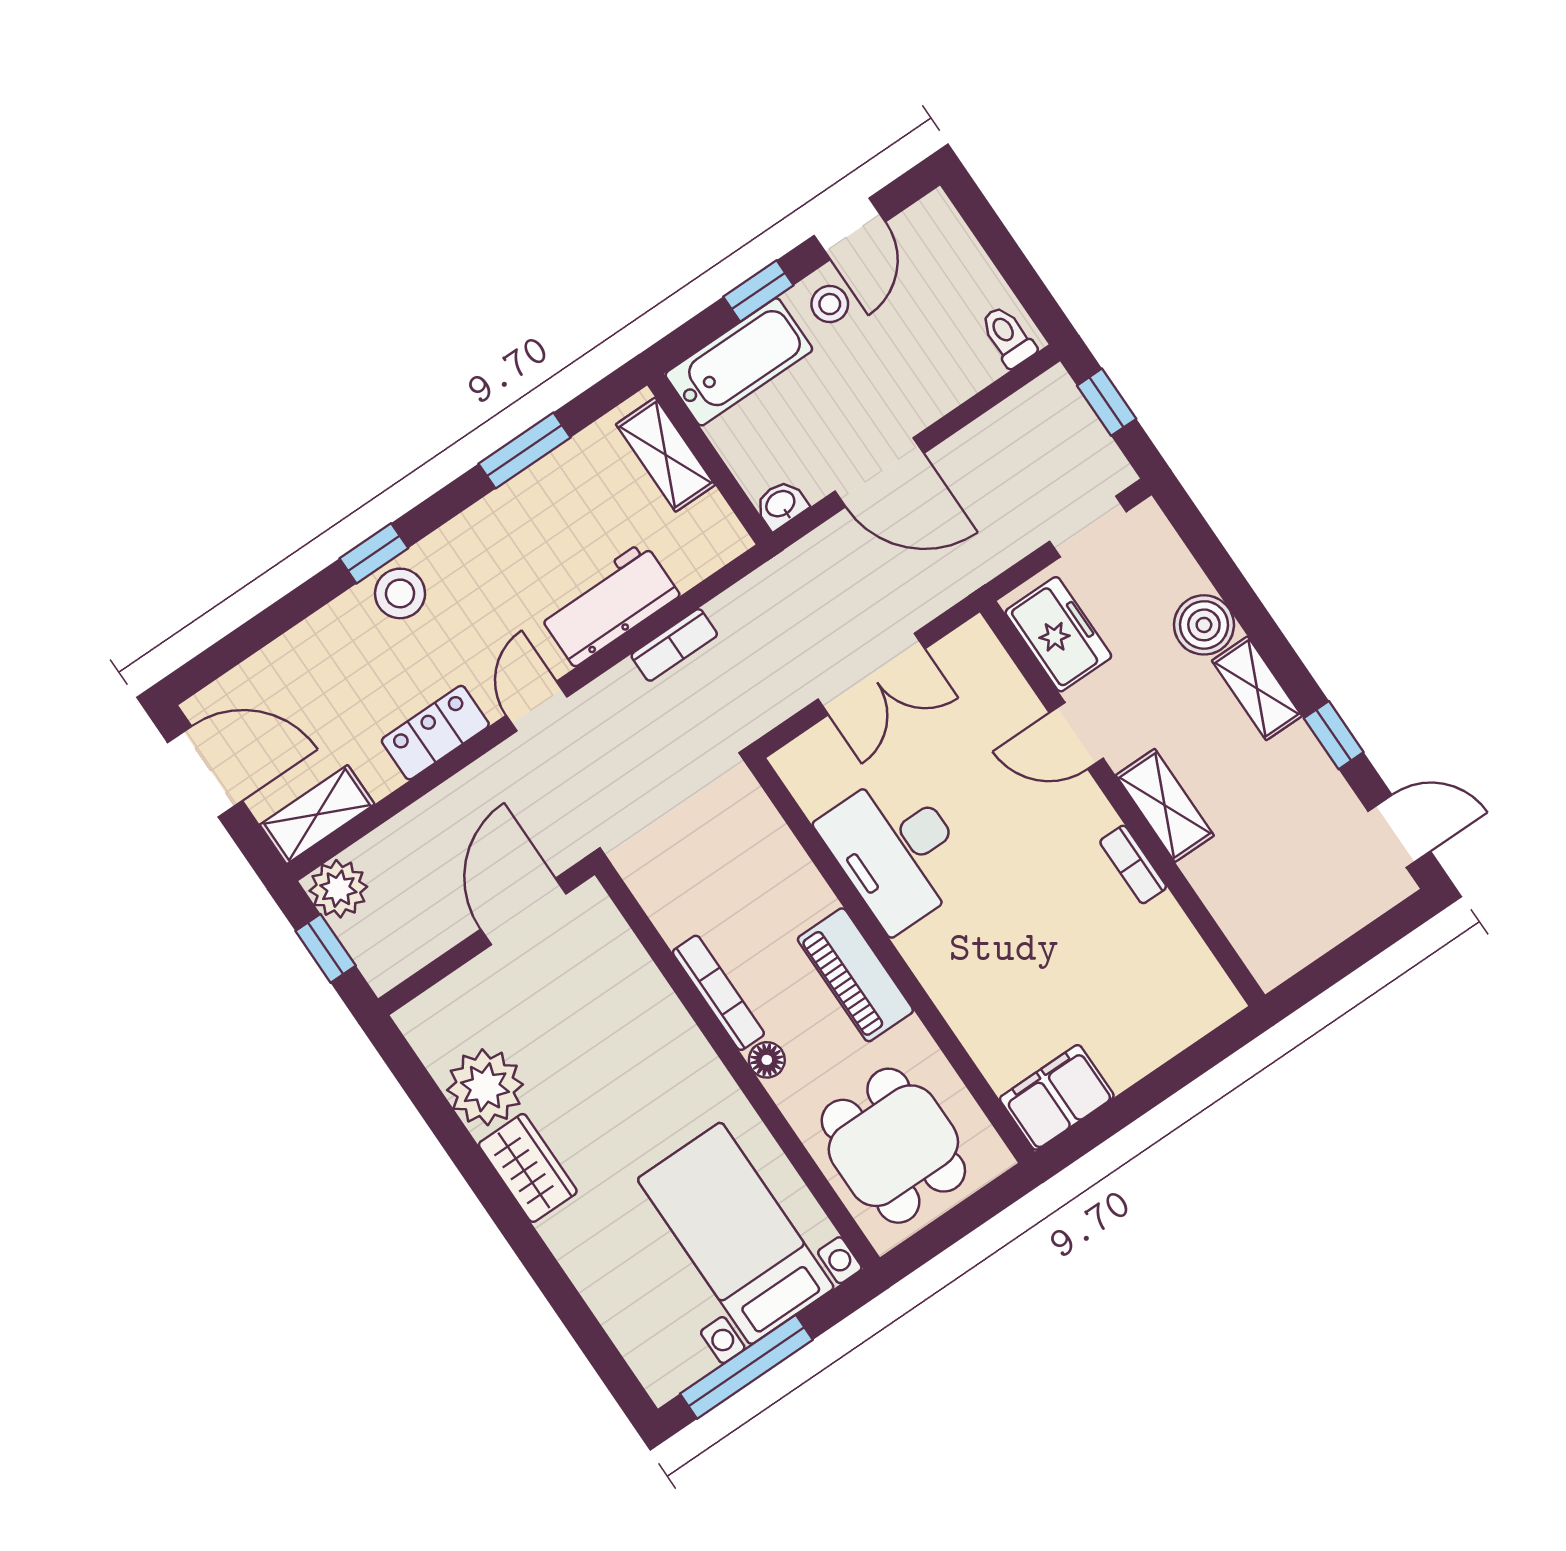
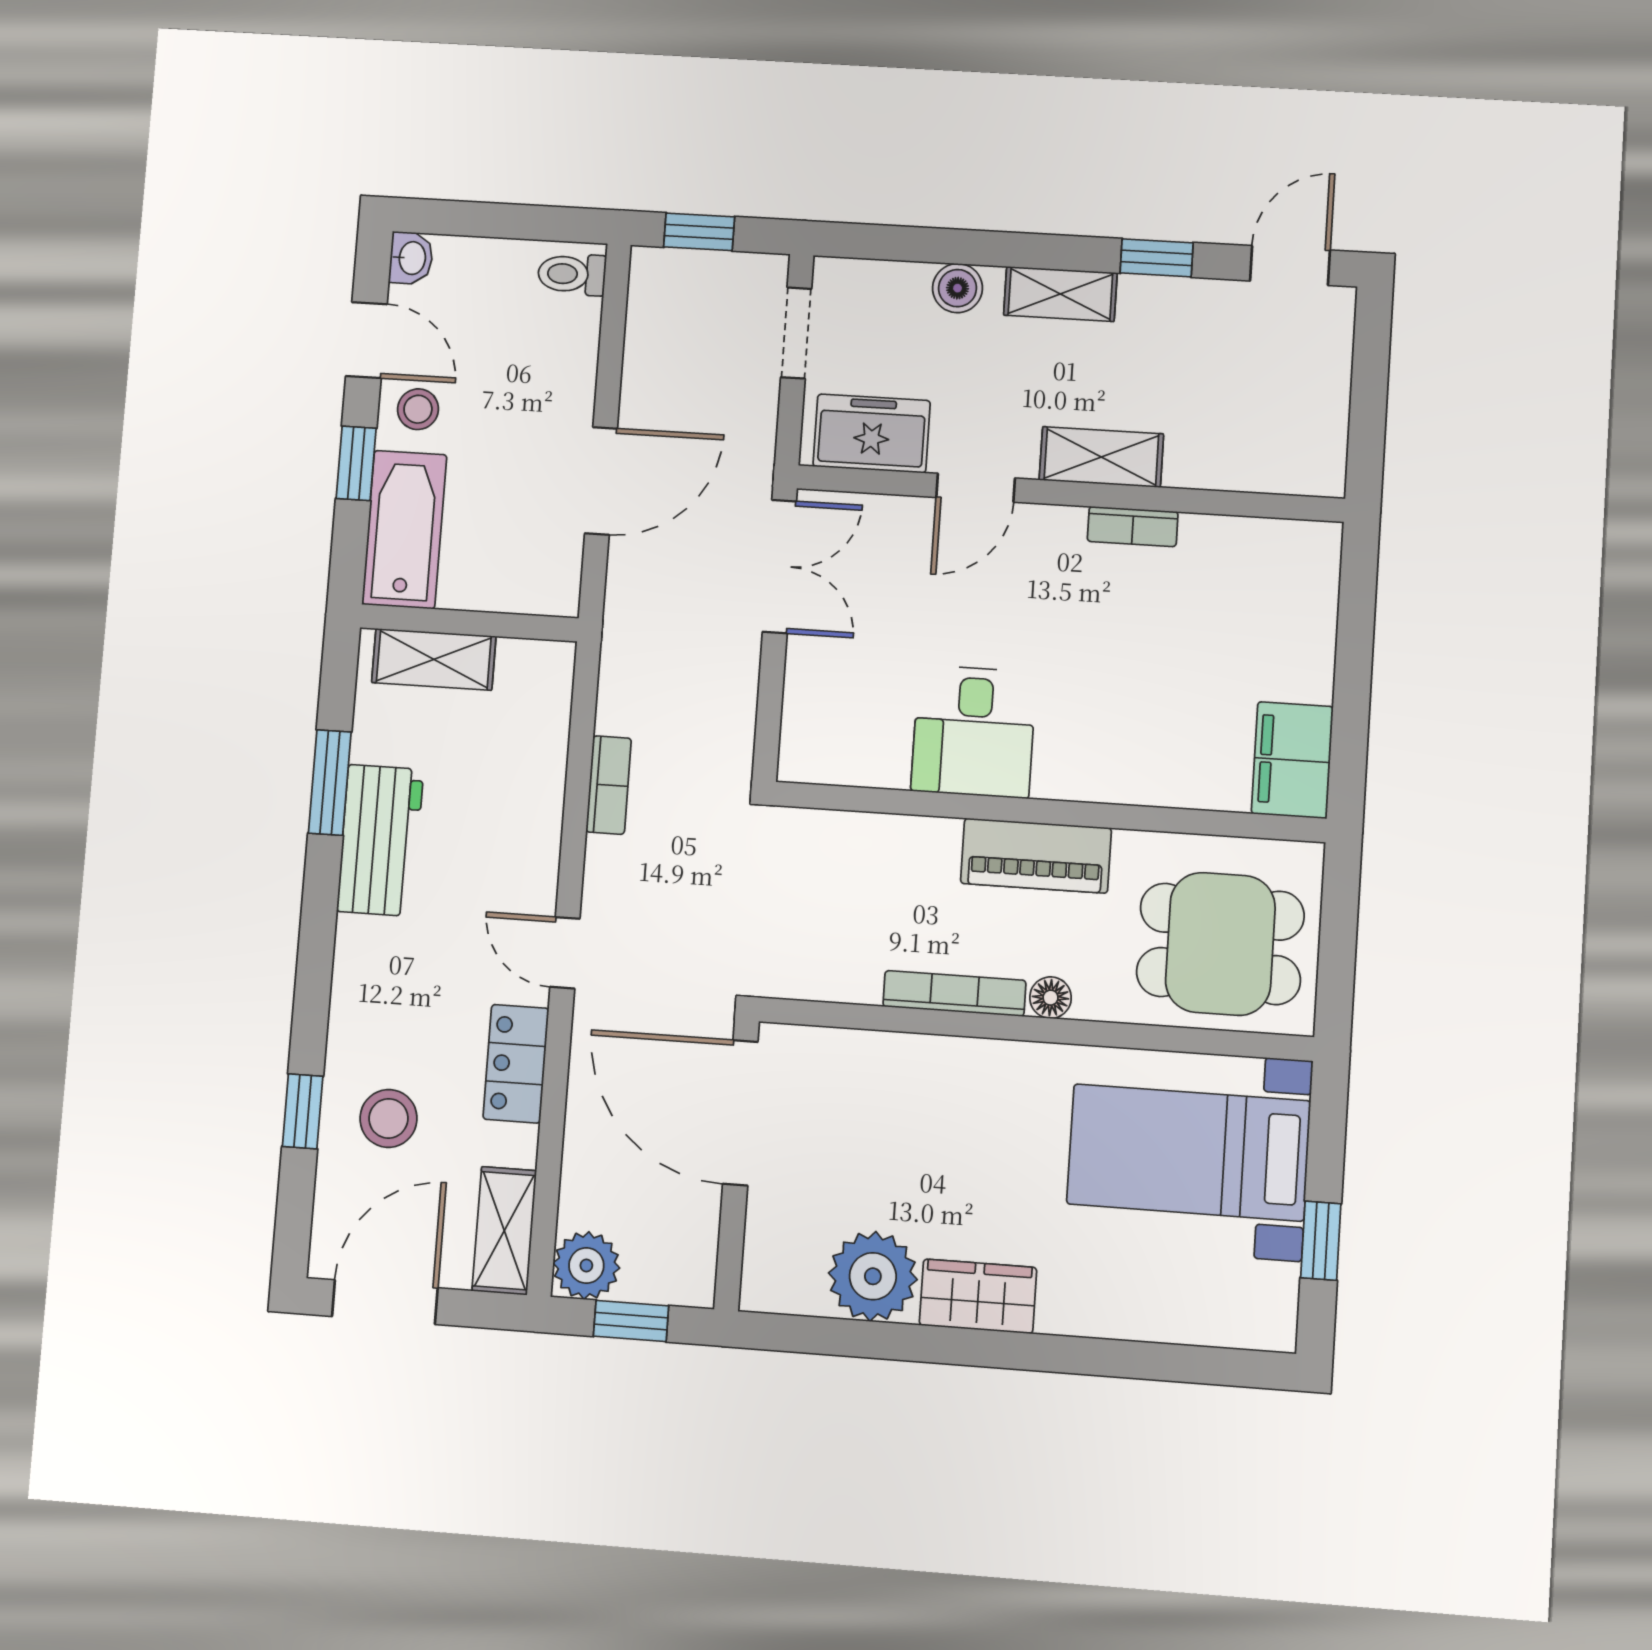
washbasin: (781, 505) -> (411, 258), moved, turned 180
window: (374, 553) -> (303, 1111), moved
stool: (400, 593) -> (388, 1118), moved
workbench: (609, 604) -> (380, 840), moved, turned 180
boiler: (1204, 625) -> (958, 288), width x0.73, depth x0.73
double door: (871, 674) -> (779, 566), moved
desk: (896, 850) -> (974, 732), width x0.73
door: (523, 911) -> (740, 1113), width x1.36
window: (746, 1367) -> (1321, 1241), width x0.46

